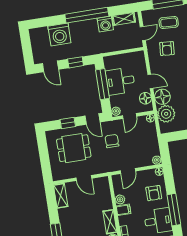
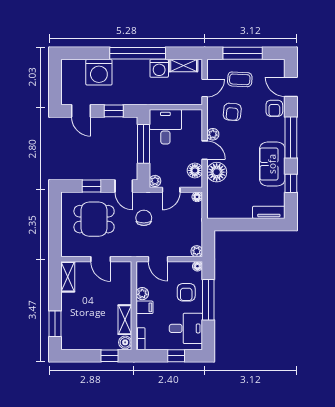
desk: (120, 81) -> (165, 127), moved, turned 90
plant: (166, 114) -> (213, 134), moved, width x0.53, depth x0.53
door: (128, 171) -> (158, 259), hinge flipped
window: (174, 210) -> (208, 300), moved

